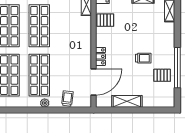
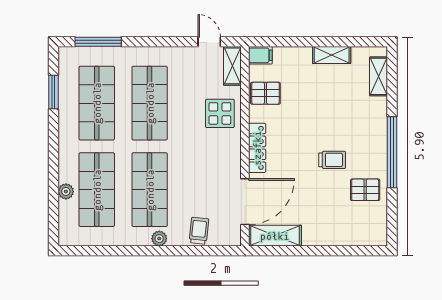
display table: (79, 32) -> (220, 113), added
locker: (101, 56) -> (257, 148), width x1.53
window: (177, 68) -> (392, 152), moved
shelving: (127, 101) -> (275, 236), moved

